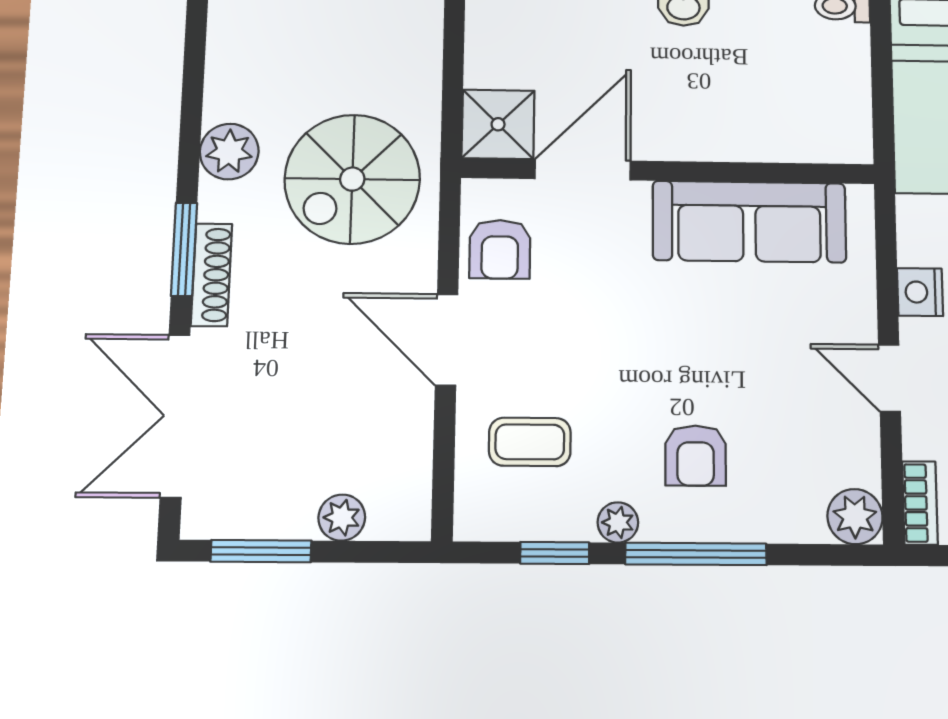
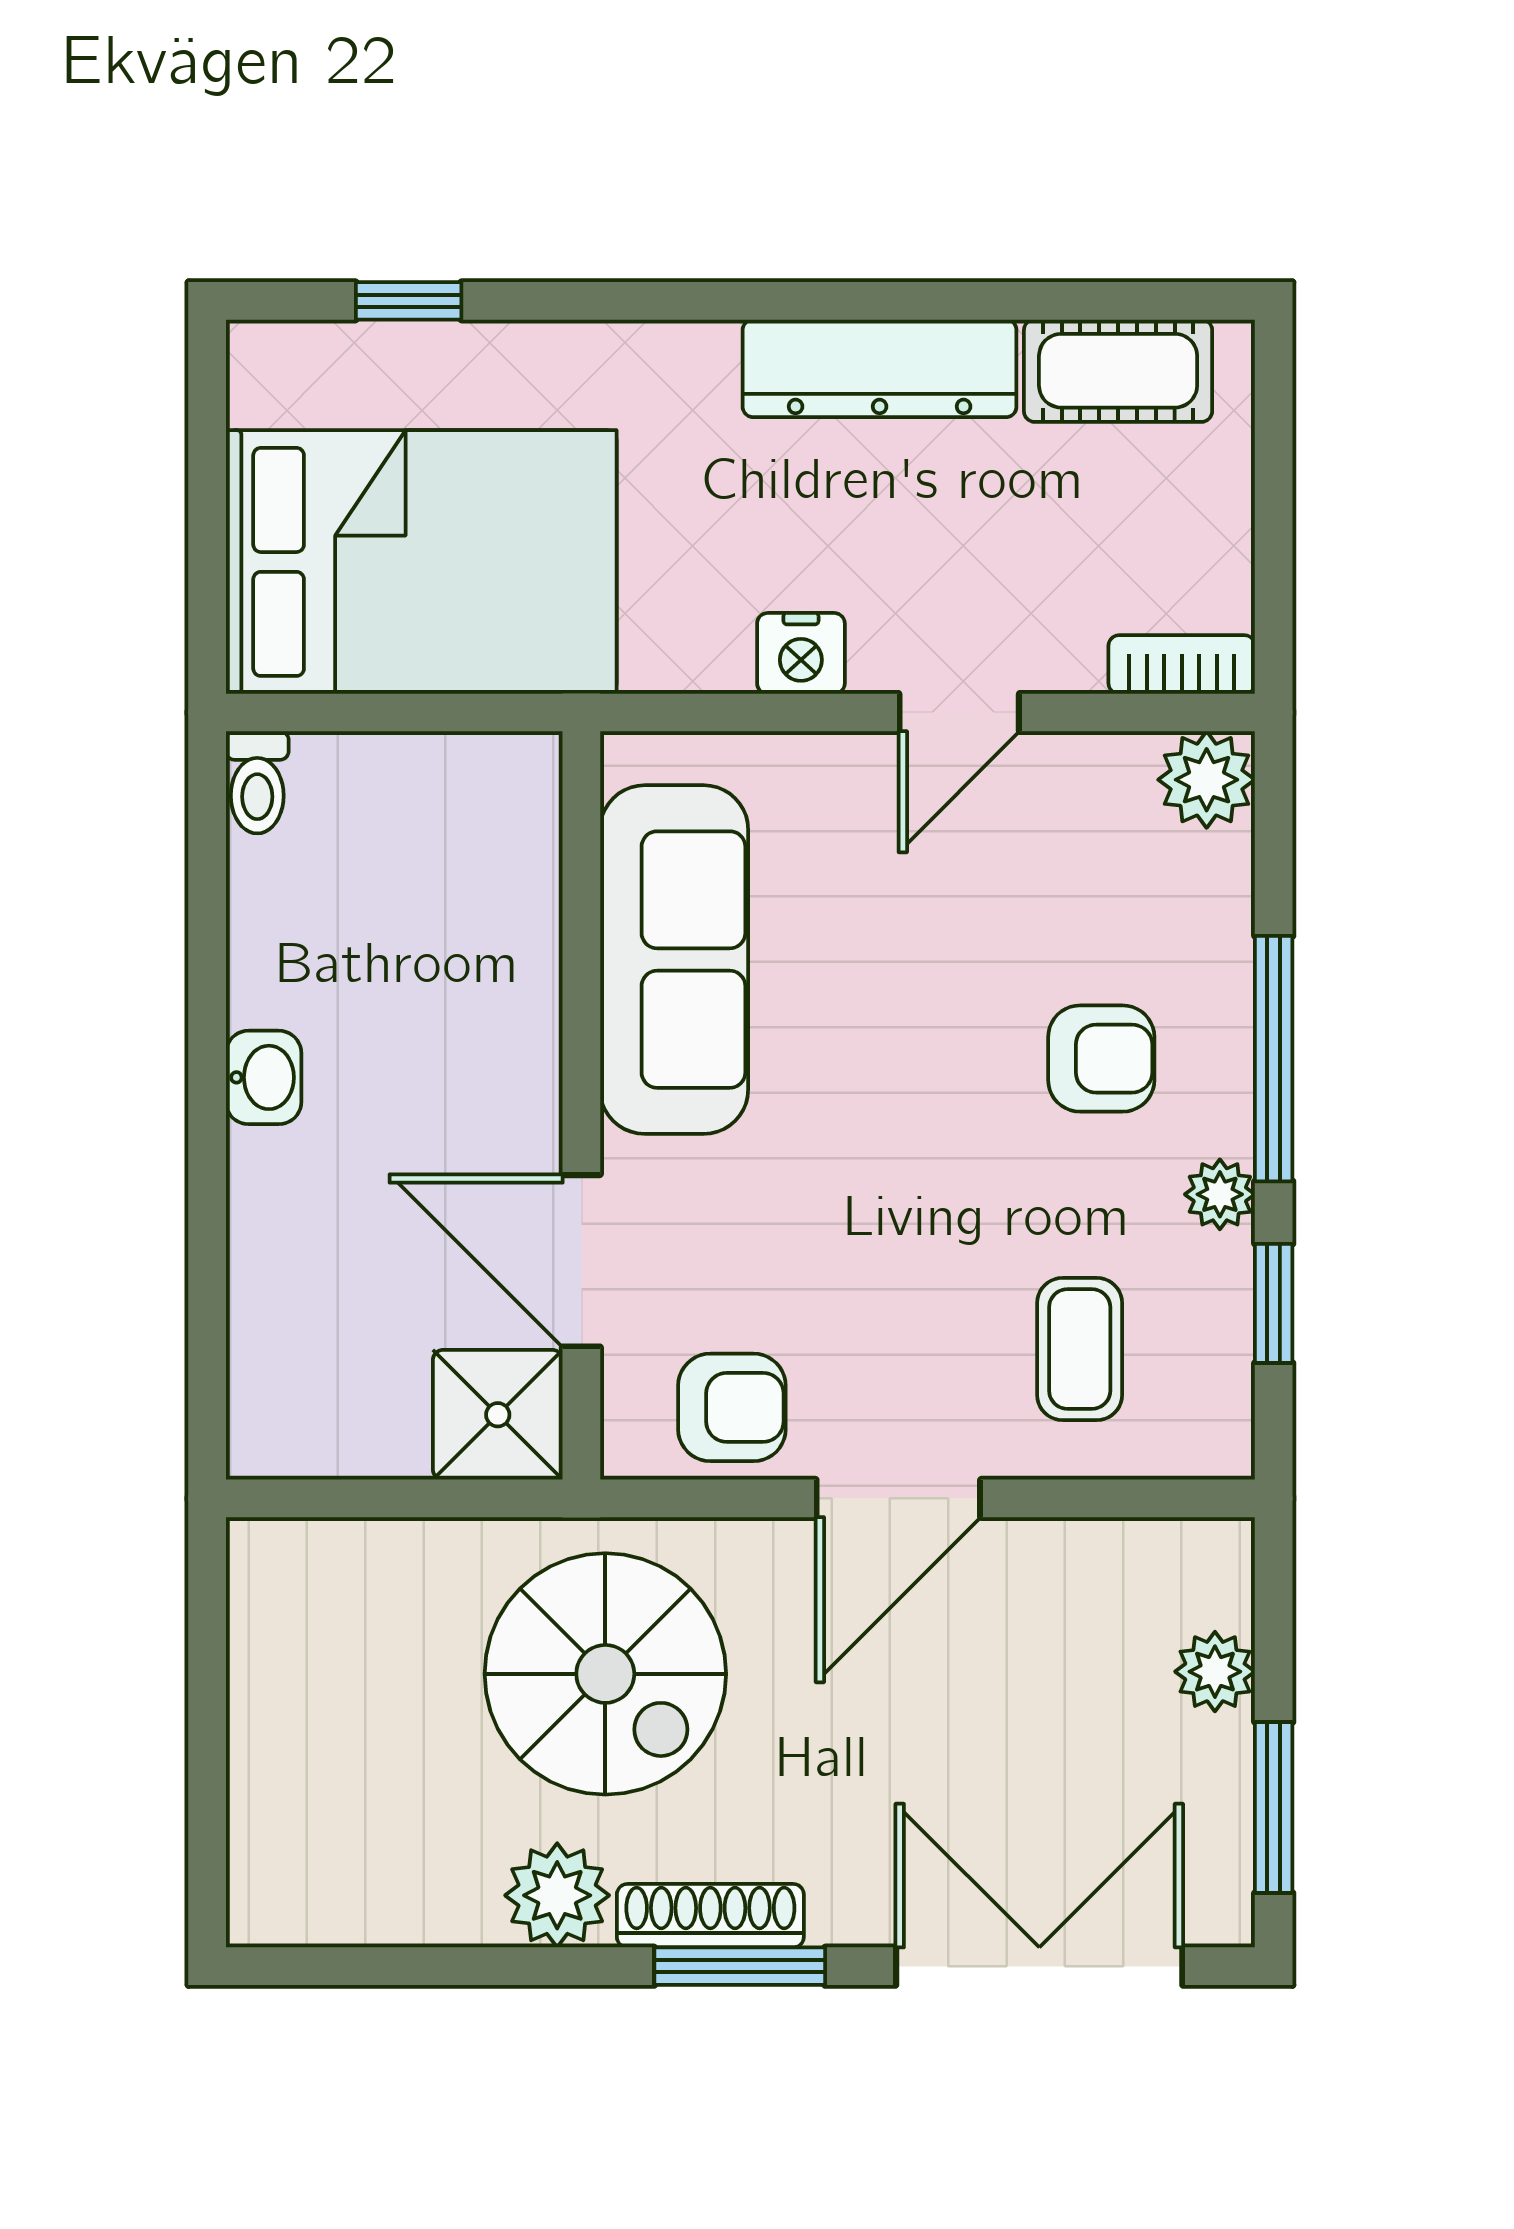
shoe rack: (212, 275) -> (710, 1916), moved
double door: (175, 416) -> (1039, 1966), swing flipped

